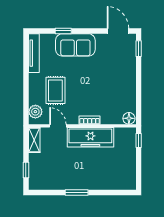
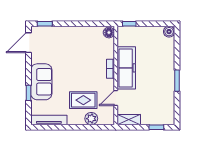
plant: (35, 112) -> (91, 119), moved
boiler: (130, 184) -> (169, 32), added

